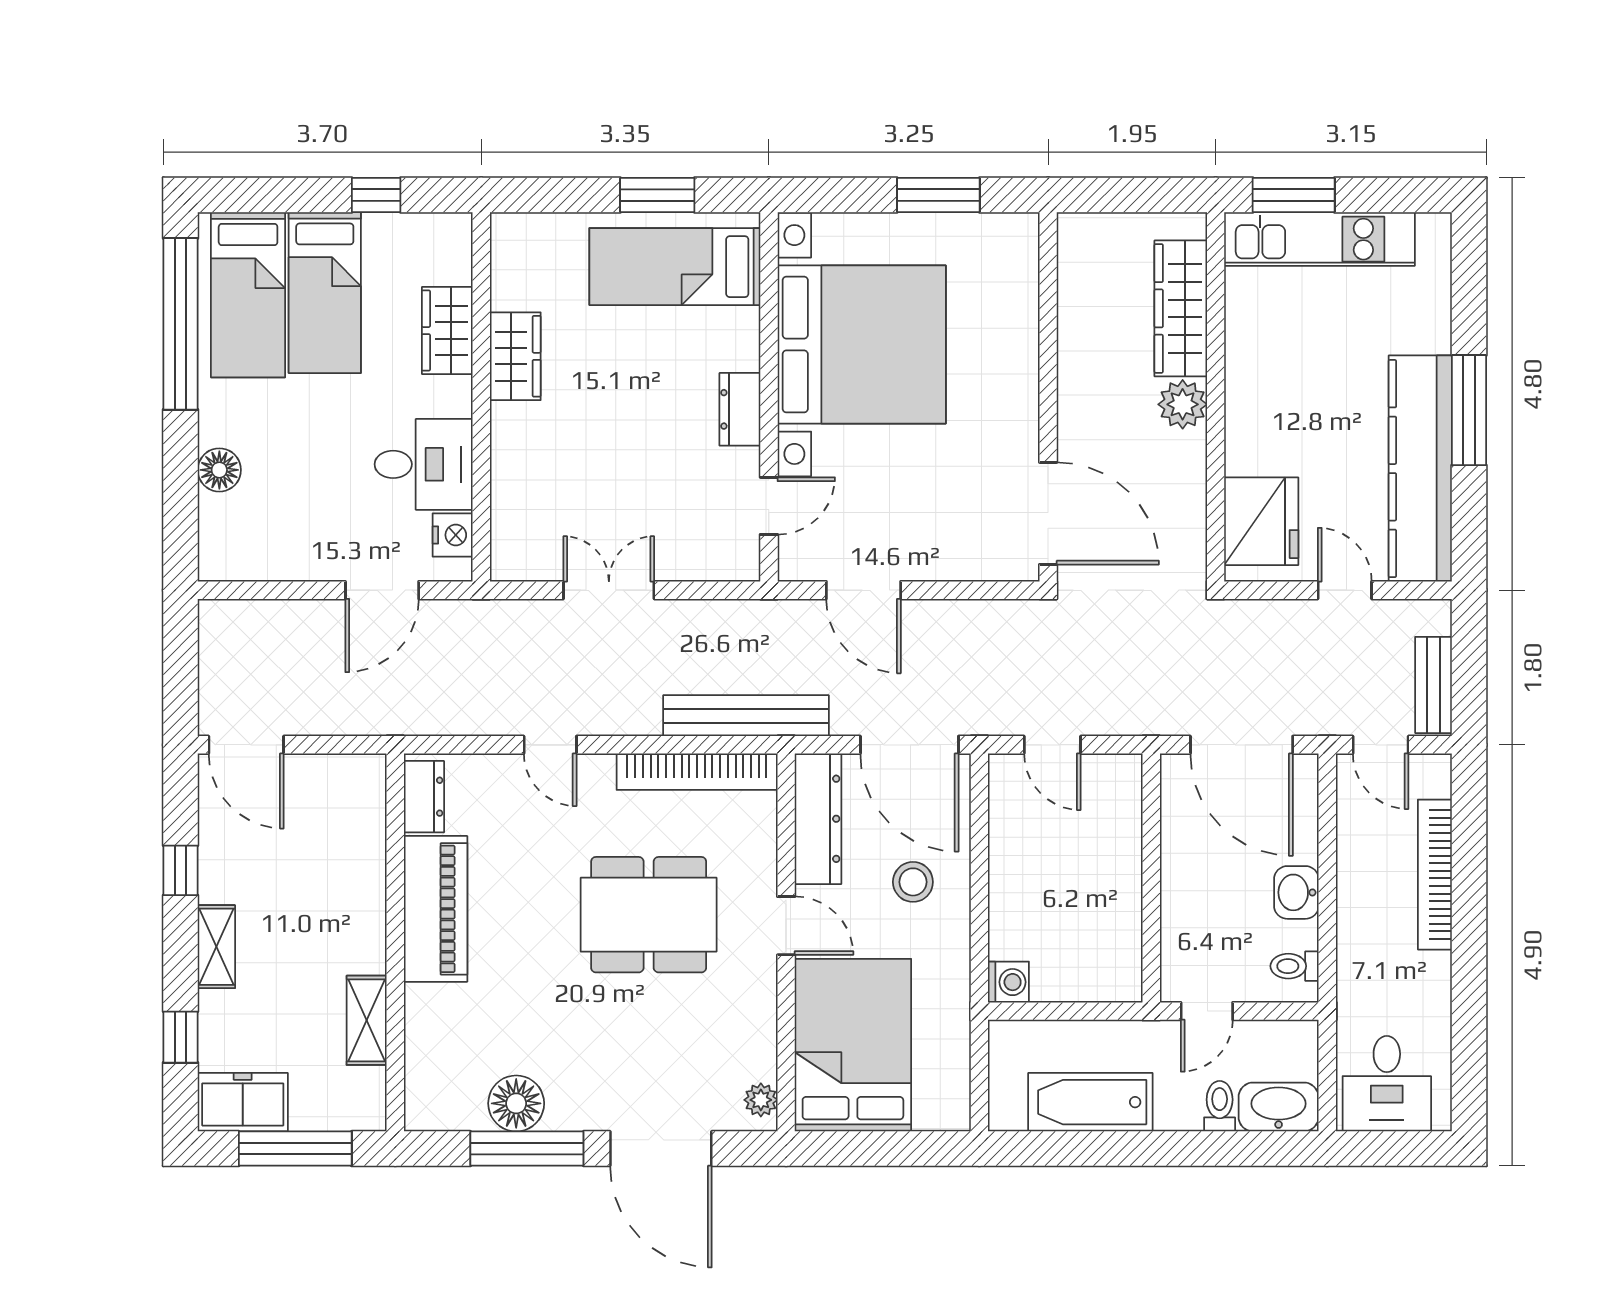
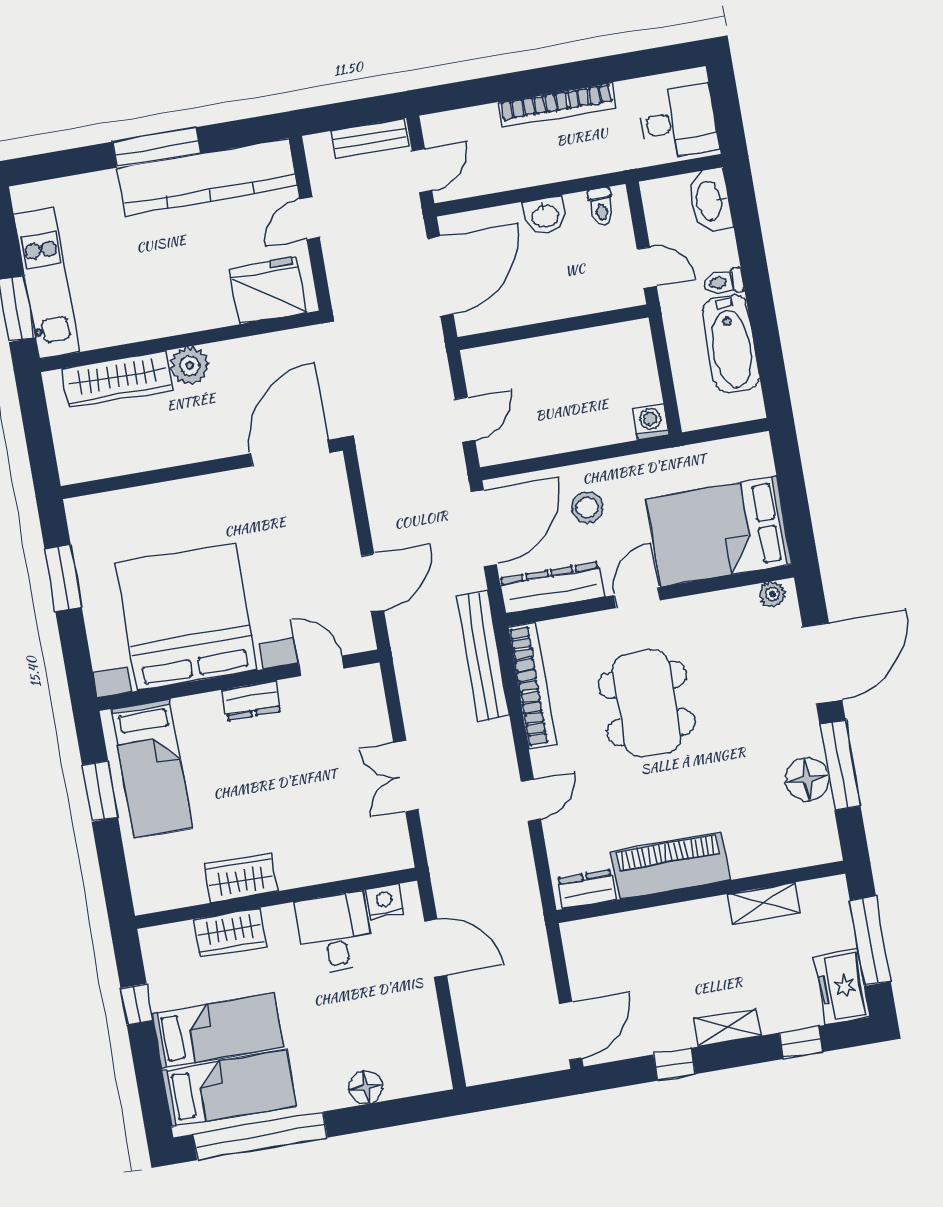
bookcase: (1435, 875) -> (557, 105), moved
toilet: (1220, 1106) -> (723, 282), moved

